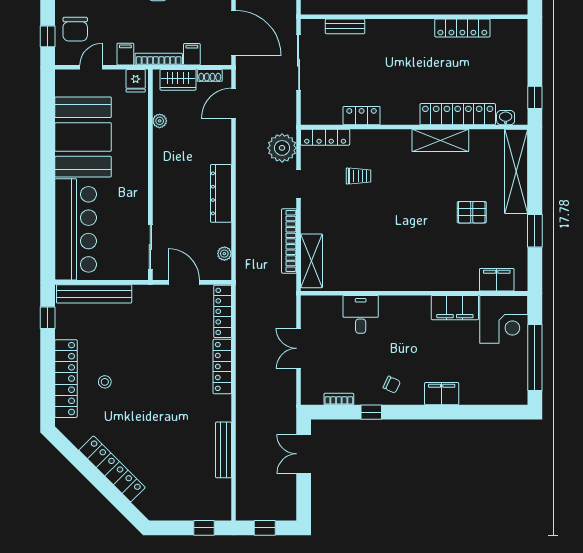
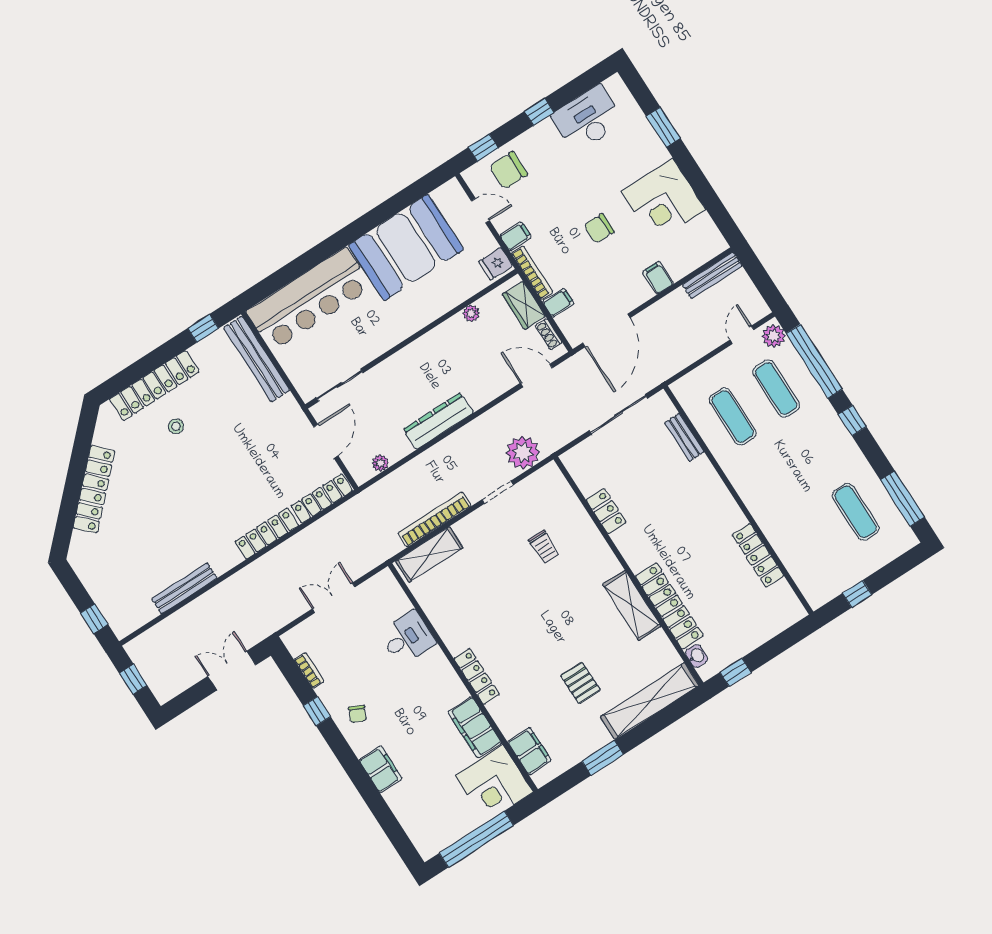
locker: (325, 137) -> (477, 677), moved, turned 180

